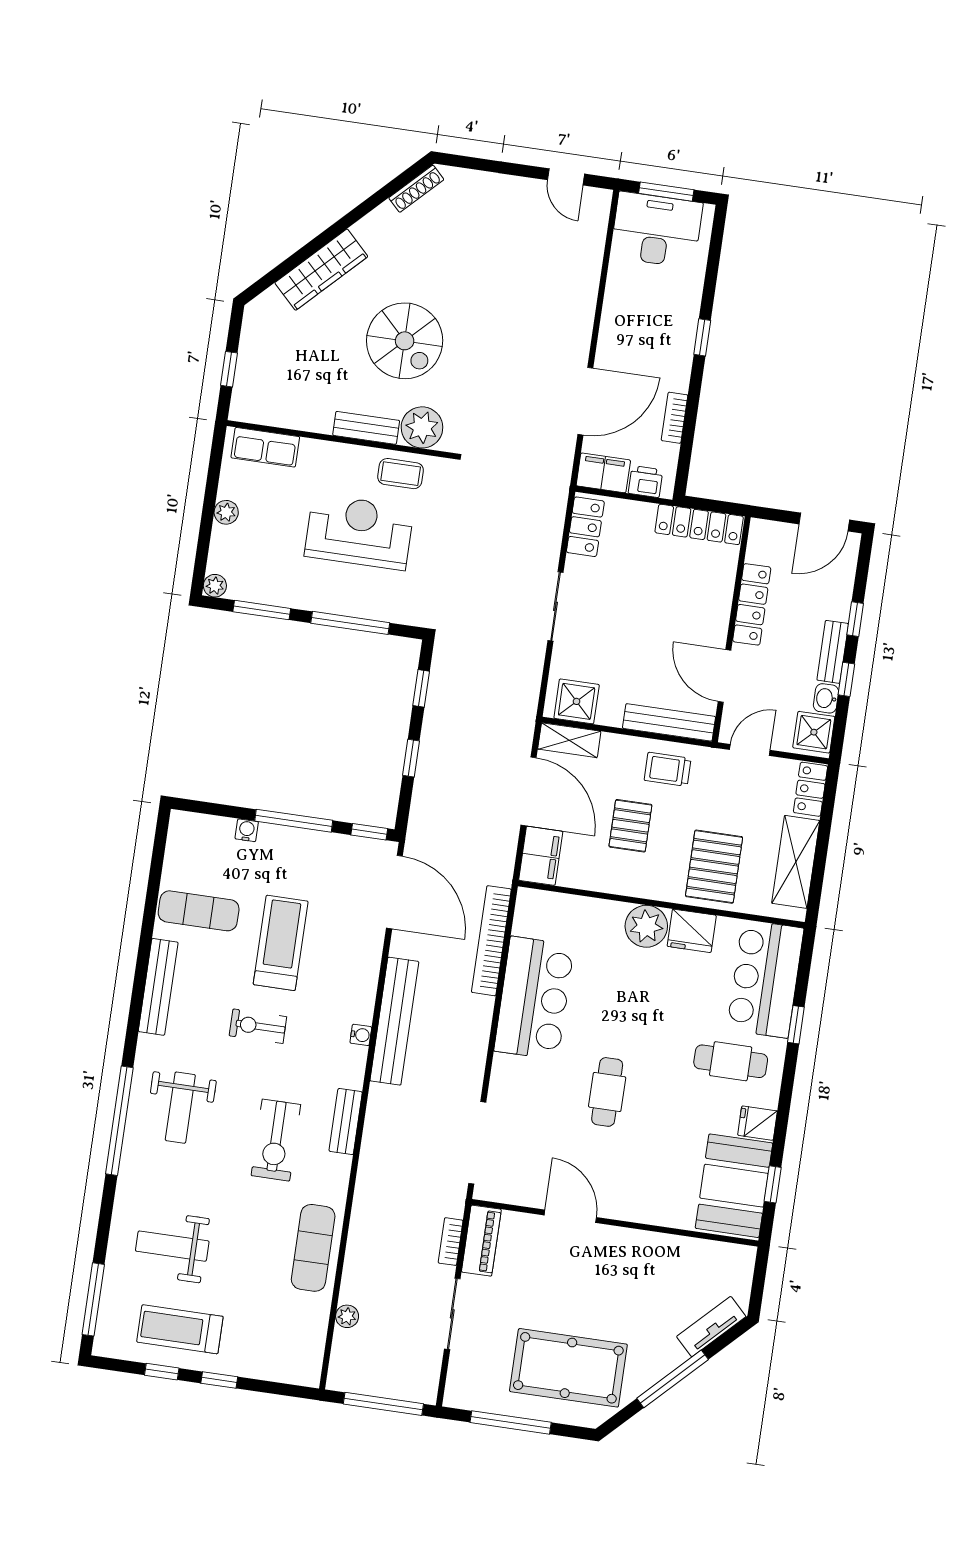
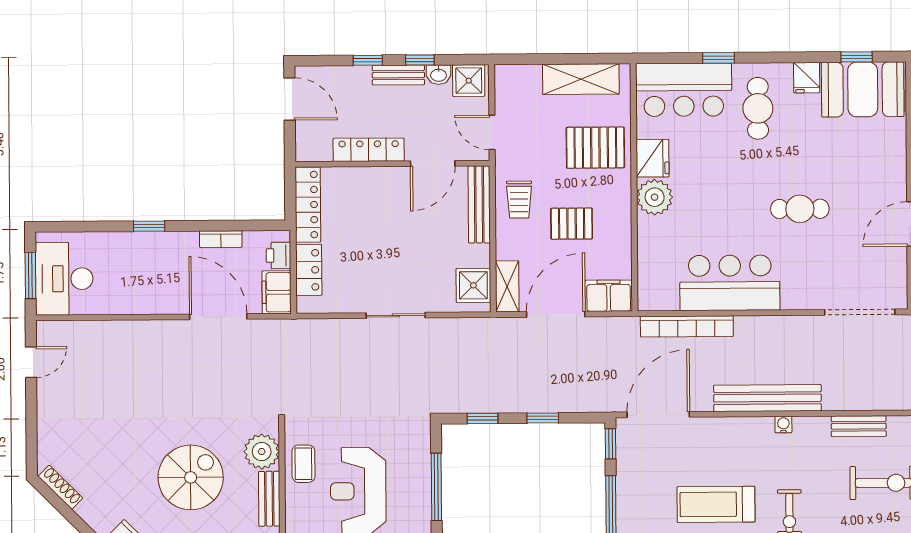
locker: (585, 527) -> (309, 270), moved, turned 90
locker: (810, 789) -> (517, 76), removed

